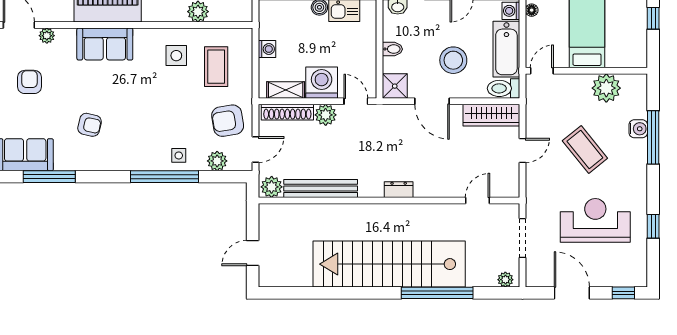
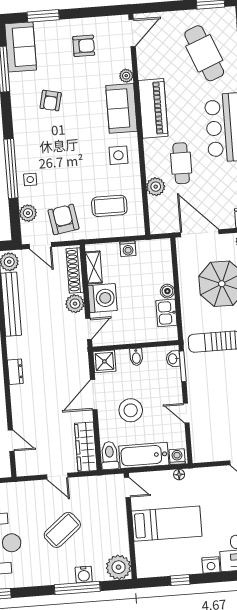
plant: (47, 36) -> (126, 76), moved
side table: (176, 56) -> (118, 155), moved
plant: (606, 88) -> (119, 567), moved

